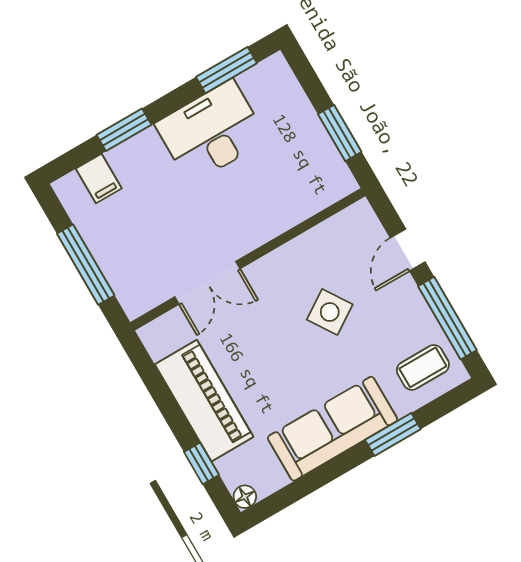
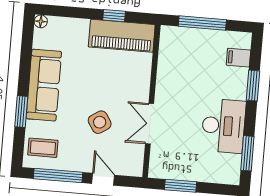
double door: (207, 283) -> (150, 124), moved
coffee table: (423, 367) -> (43, 148), turned 90
piano: (204, 401) -> (122, 36), moved
window: (201, 463) -> (114, 16), moved

